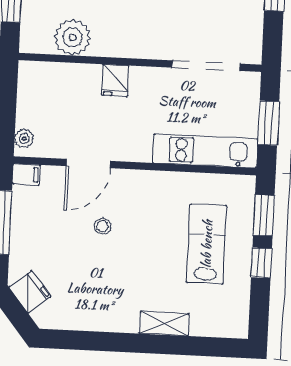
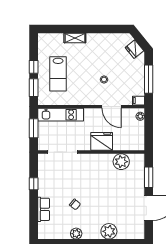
fridge: (115, 80) -> (102, 141), width x1.88, depth x1.34
door: (88, 164) -> (112, 107), swing flipped

